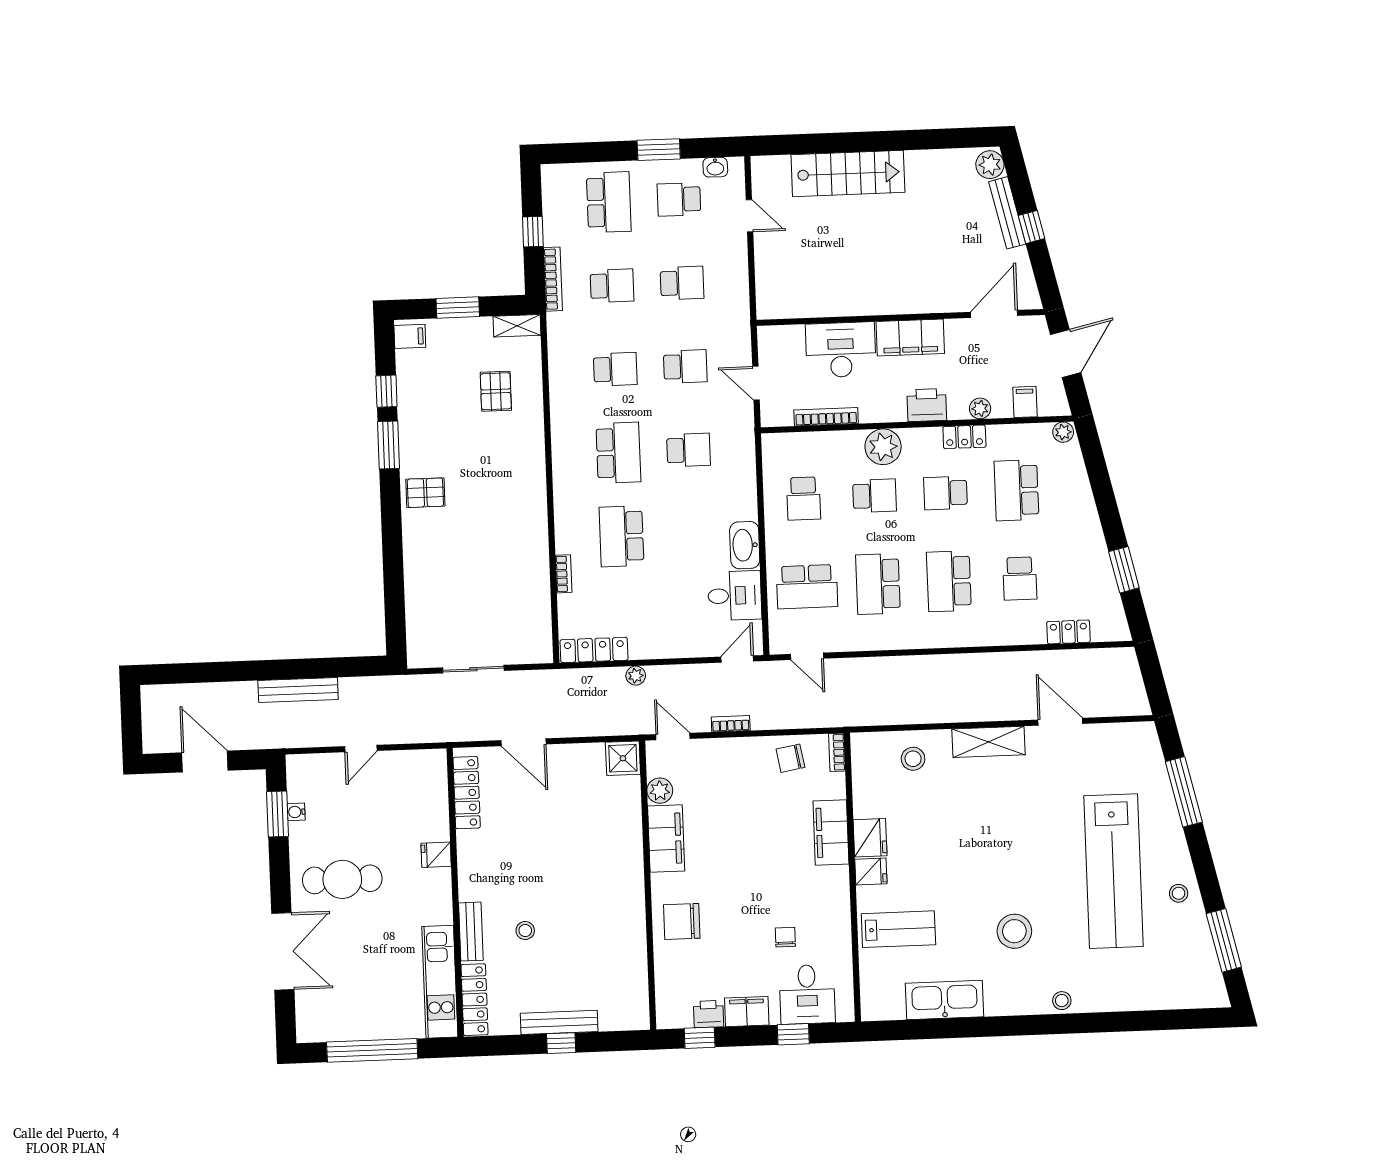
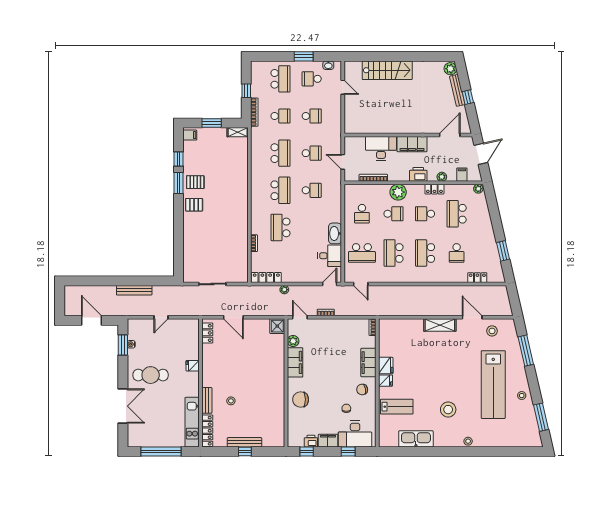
school desk: (615, 369) -> (280, 153), width x1.85
pallet: (496, 391) -> (195, 182), moved, turned 90
chair: (790, 758) -> (362, 389), moved
stool: (913, 759) -> (492, 331), moved
locker: (467, 793) -> (207, 333), width x0.66
desk: (807, 994) -> (355, 434), width x1.37

